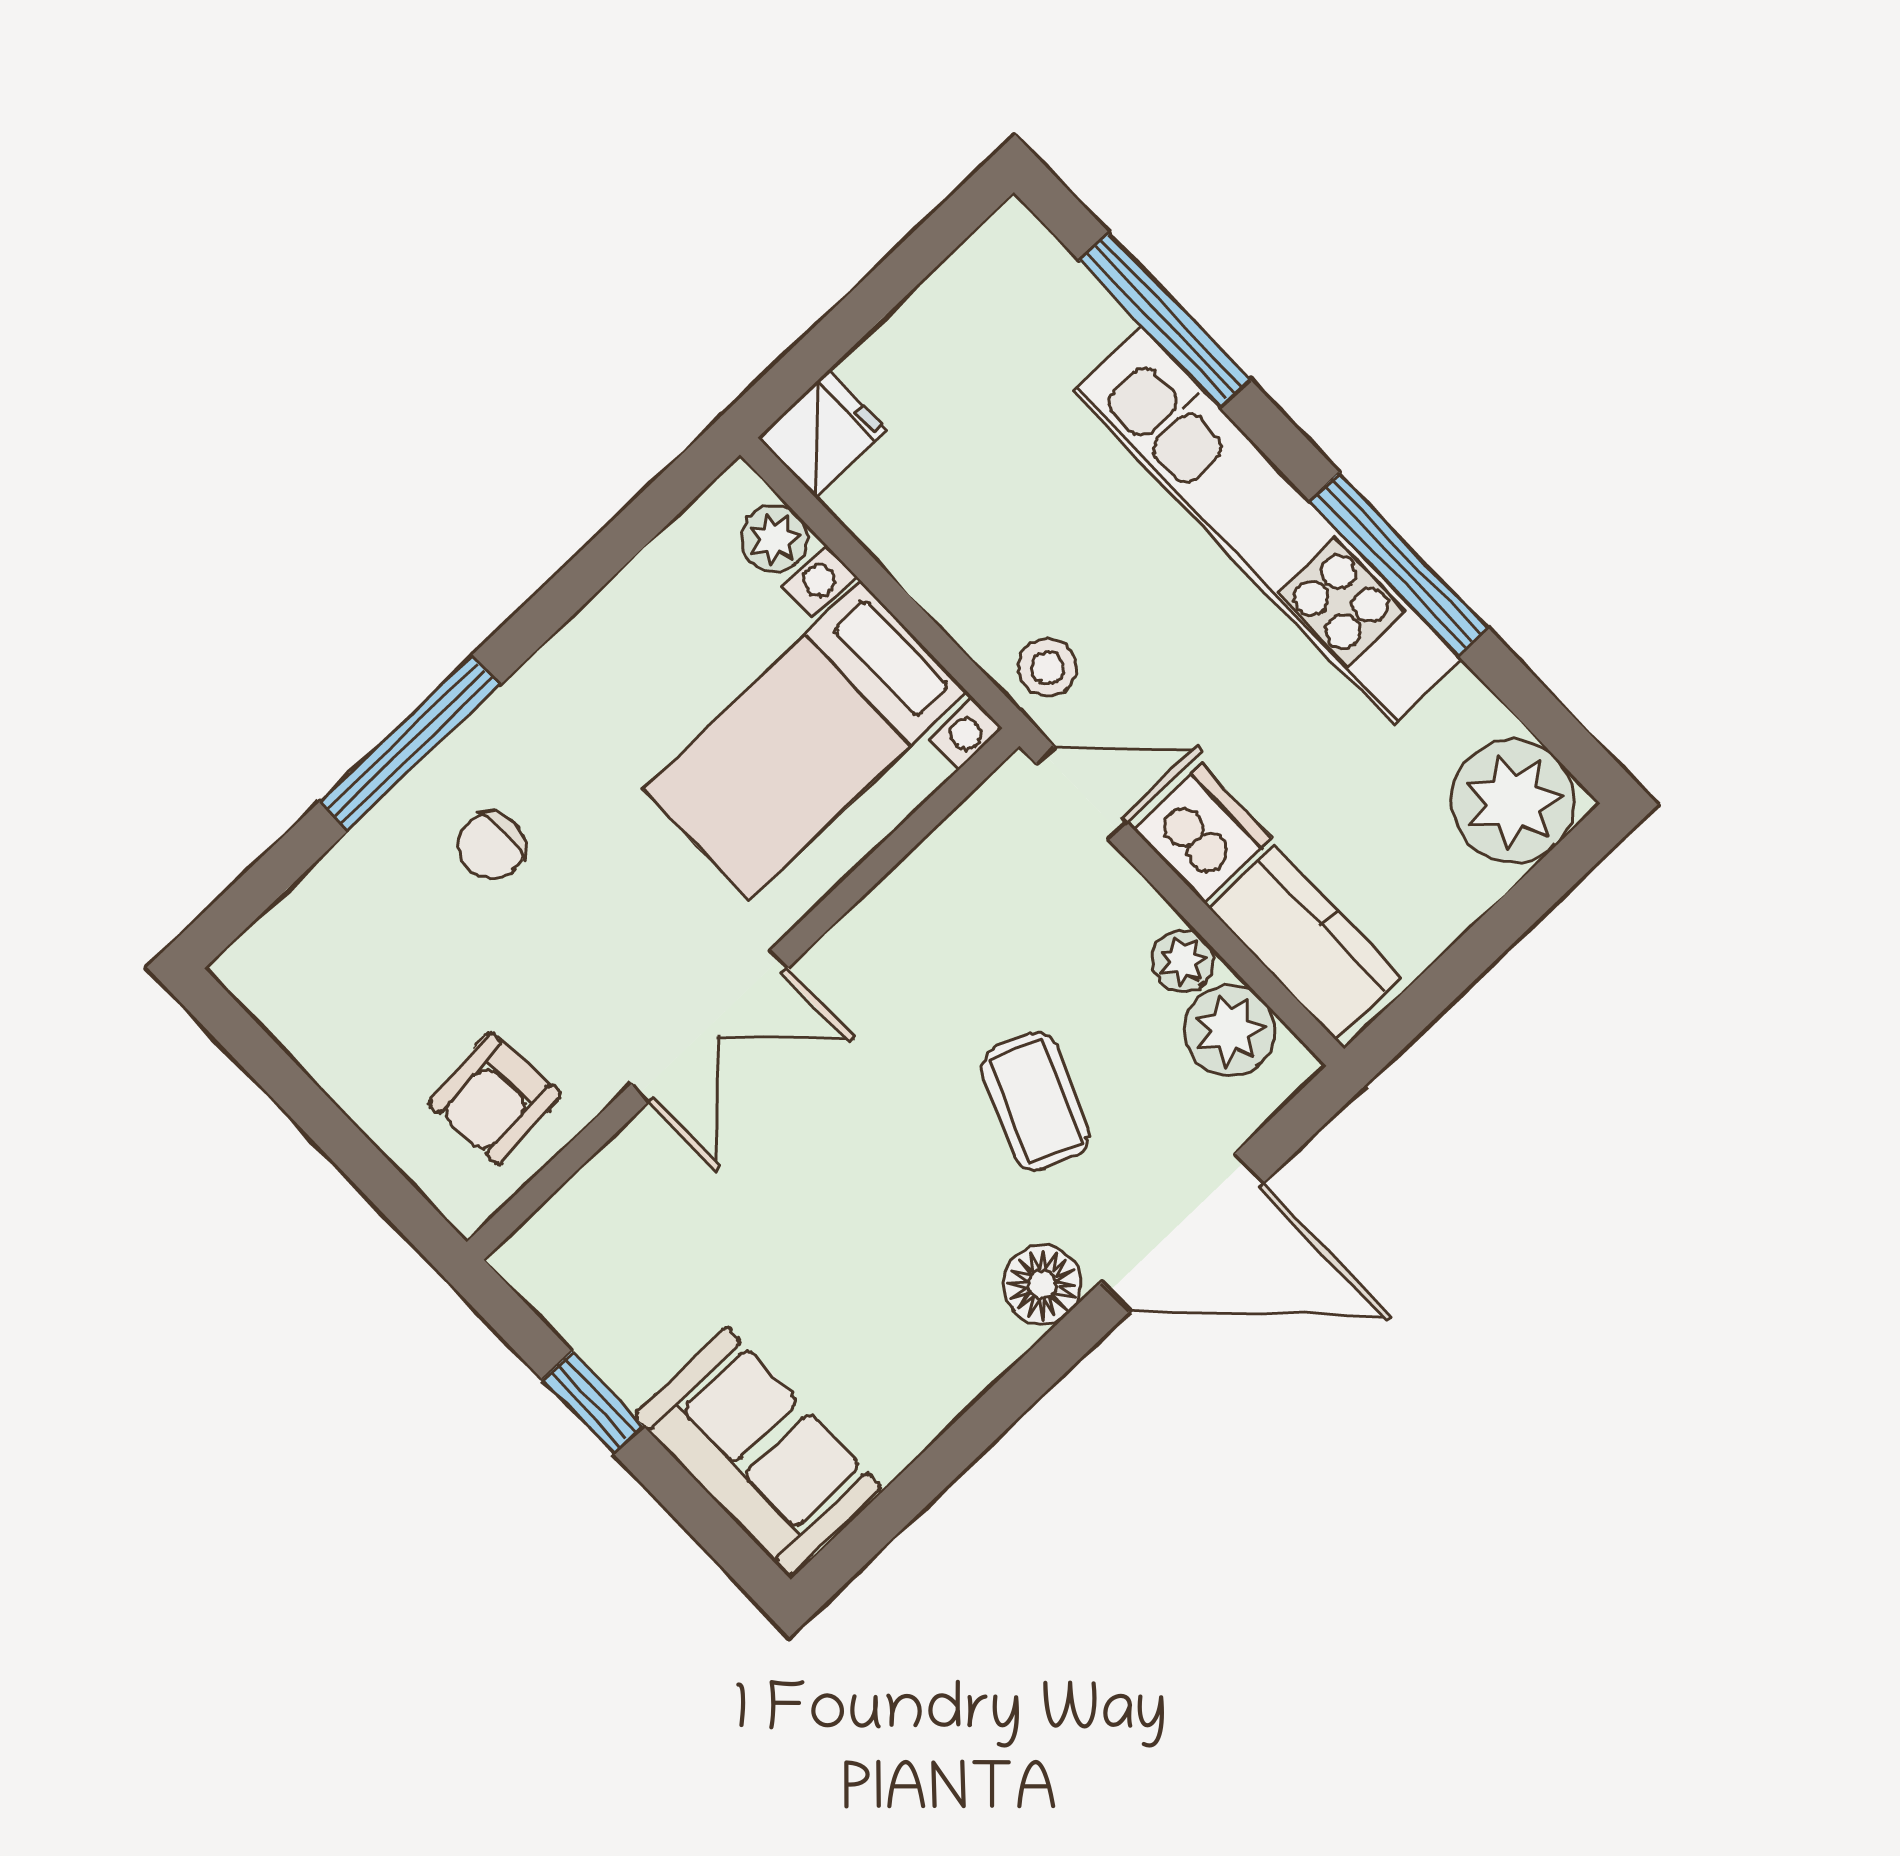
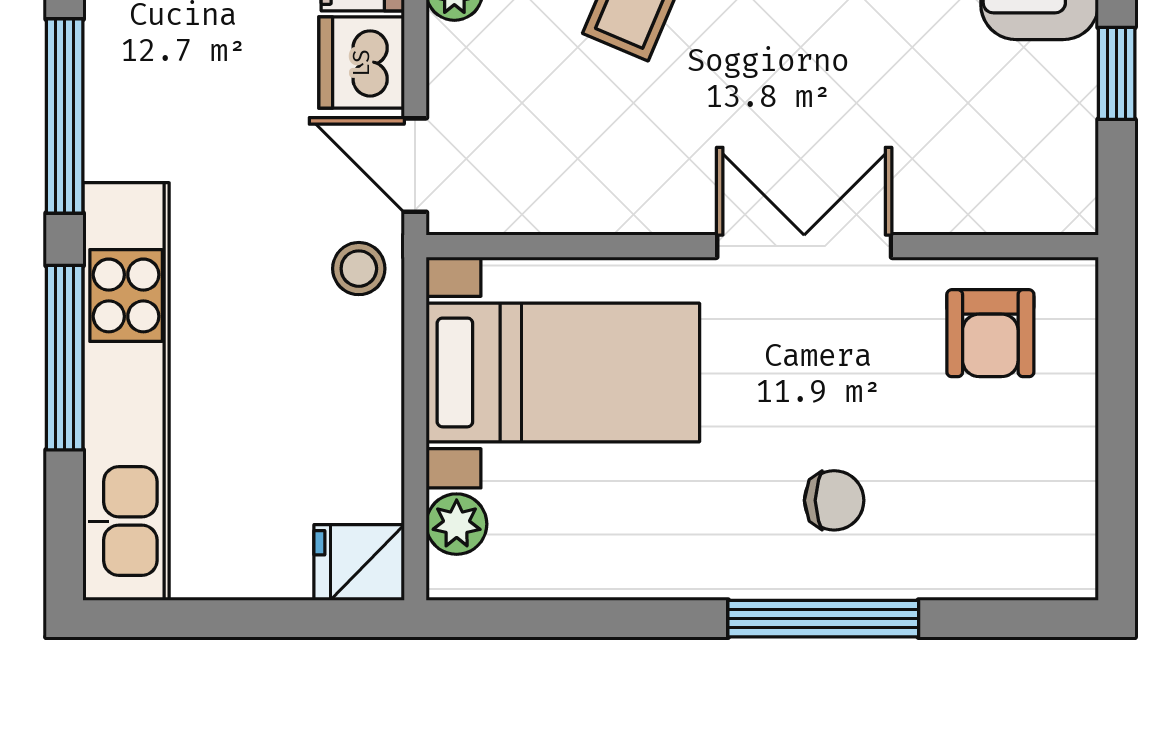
window: (1164, 320) -> (65, 358), moved
kitchen unit: (1267, 525) -> (126, 392), moved
armchair: (495, 1099) -> (990, 333), turned 95

